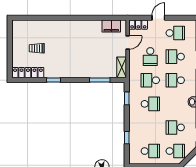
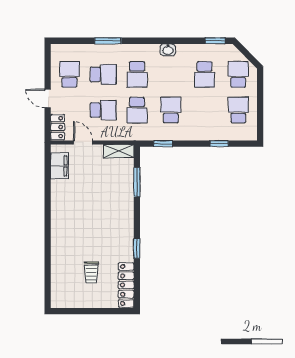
school desk: (175, 57) -> (103, 74), turned -90

